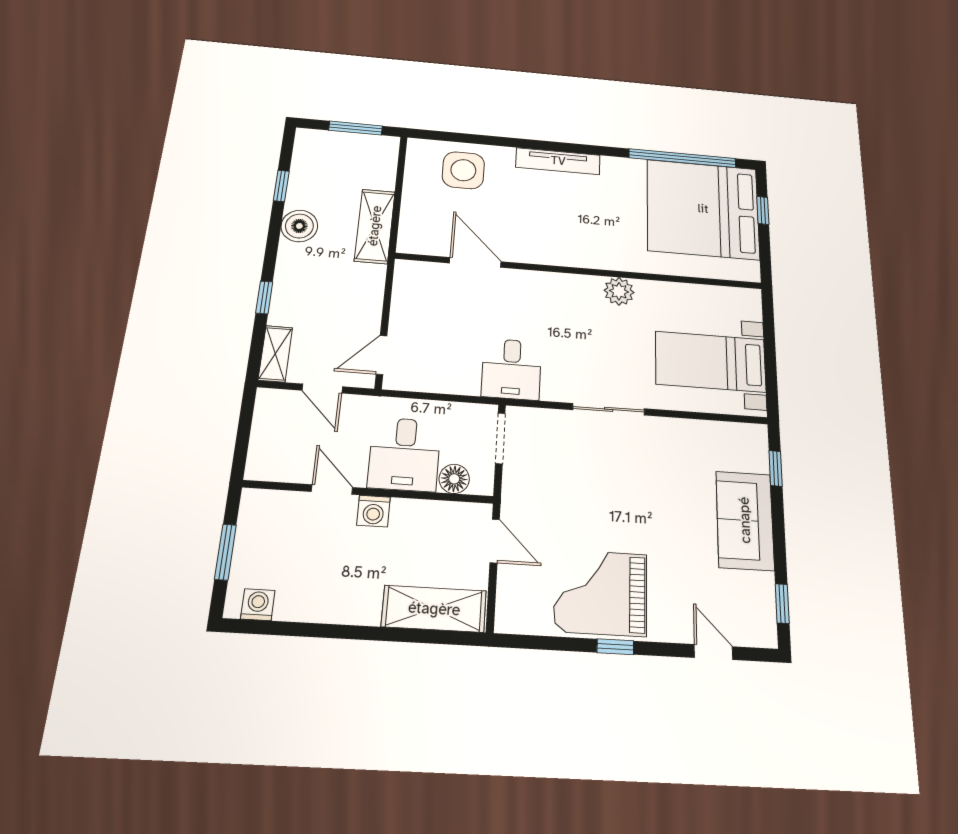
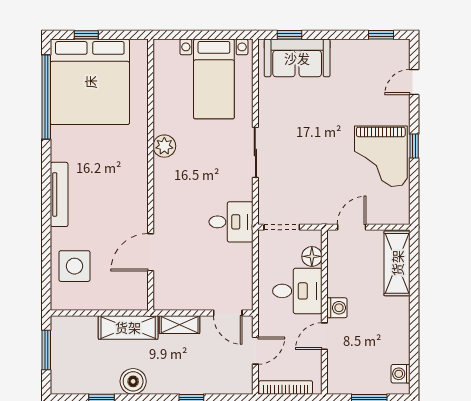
shelving: (275, 354) -> (180, 325), moved
bookcase: (261, 427) -> (286, 387), added
sofa: (745, 520) -> (297, 58), moved

